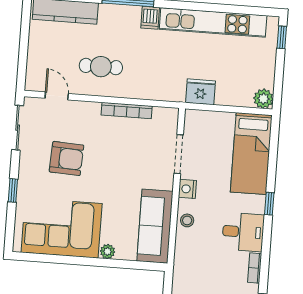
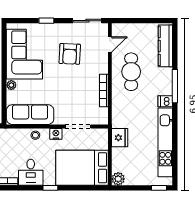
cafe table: (101, 67) -> (131, 72), width x1.37, depth x1.35
bed: (251, 154) -> (82, 168), width x1.50

